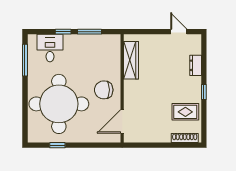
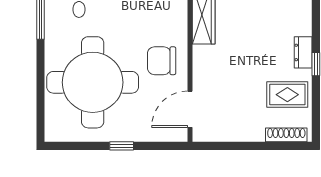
dresser: (196, 65) -> (303, 52), moved
window: (57, 145) -> (122, 146), moved

